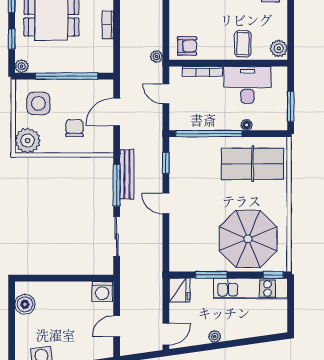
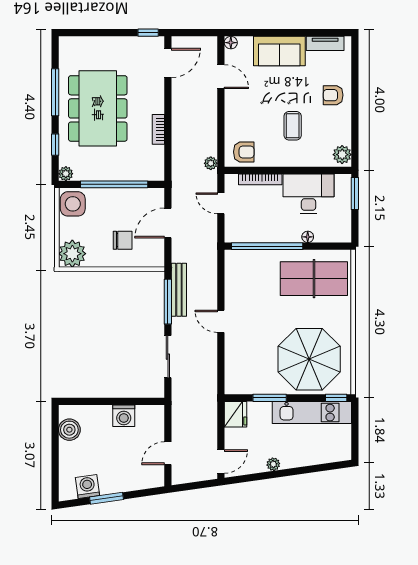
coffee table: (243, 44) -> (293, 126), moved
side table: (38, 103) -> (73, 204), moved
window: (291, 106) -> (355, 193), moved
chair: (74, 128) -> (123, 240), turned 90
window: (166, 163) -> (221, 277), removed
washing machine: (102, 291) -> (124, 416), moved

